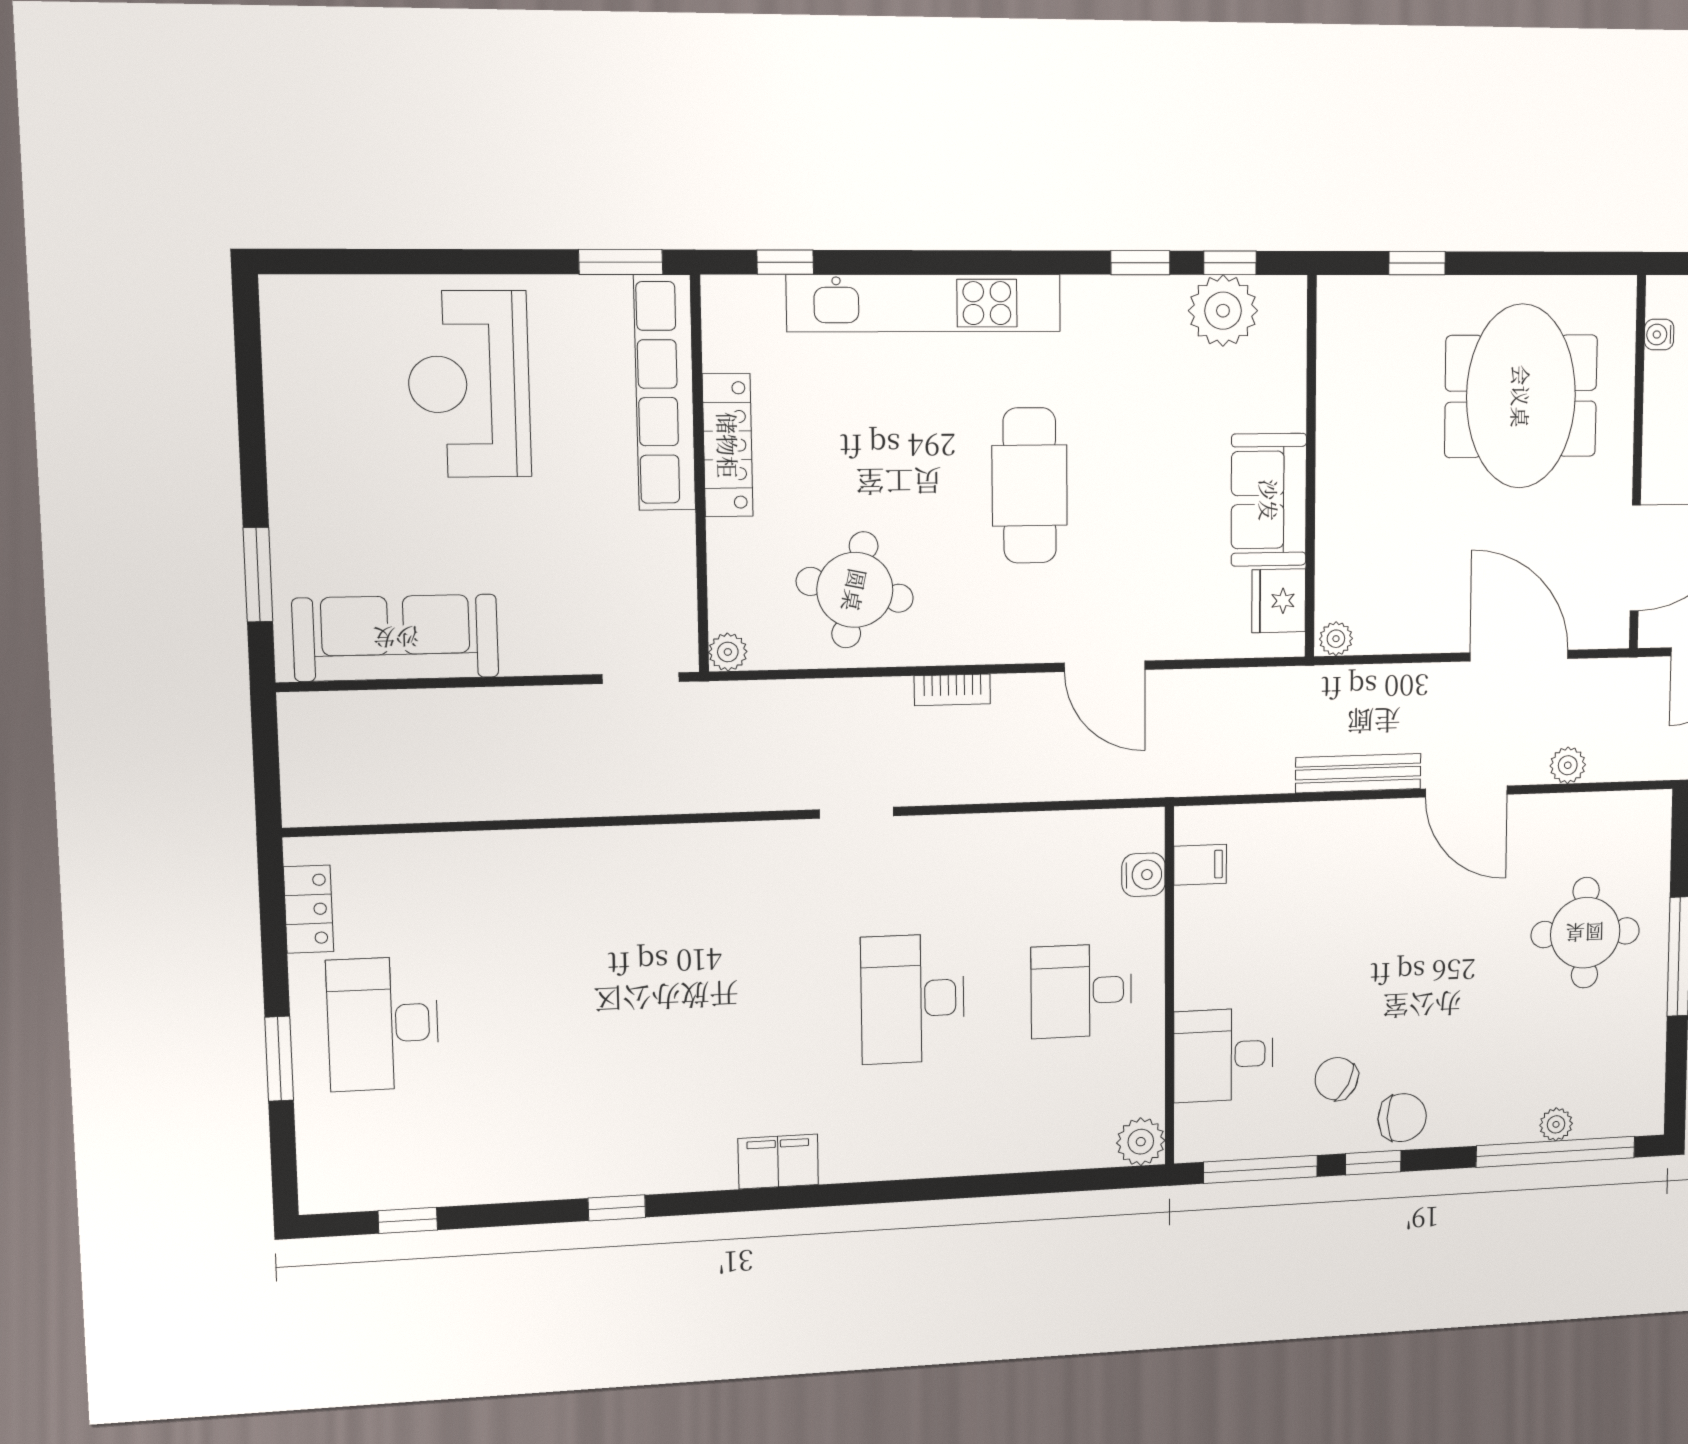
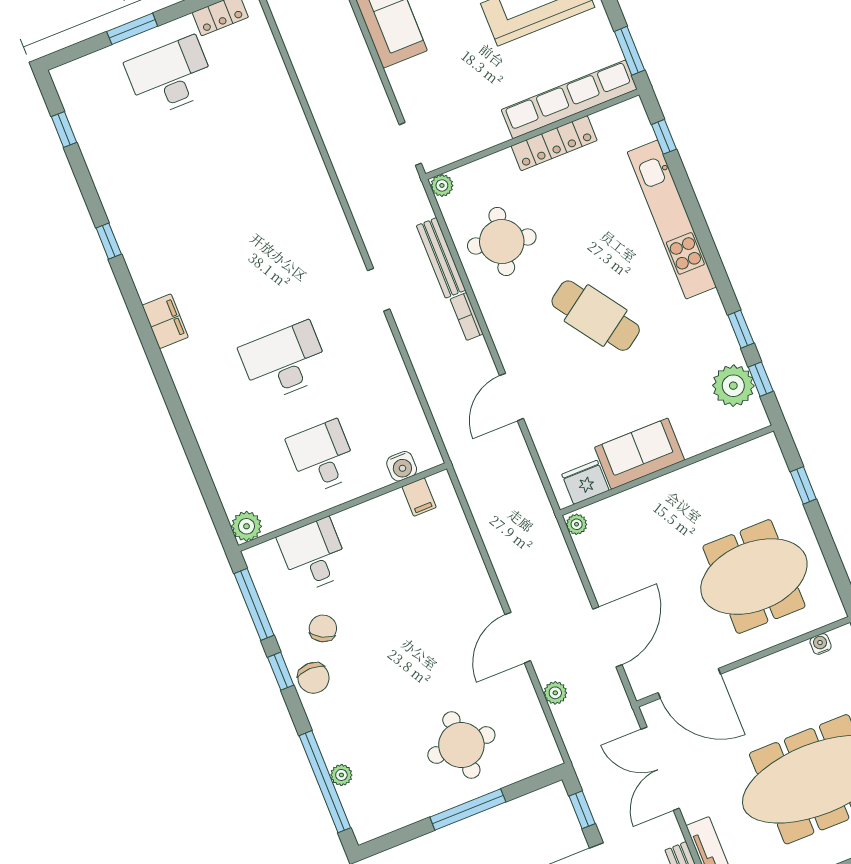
cafe table: (1030, 485) -> (596, 316), turned 55
bench: (1358, 773) -> (441, 258), moved

